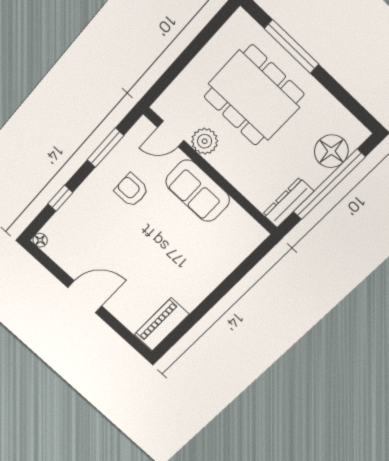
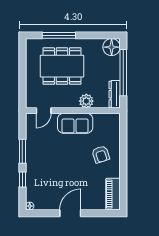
plant: (205, 141) -> (86, 101), moved
window: (105, 148) -> (22, 151), moved
floor lamp: (331, 151) -> (112, 47), moved
armchair: (131, 190) -> (101, 154), moved, turned -108

